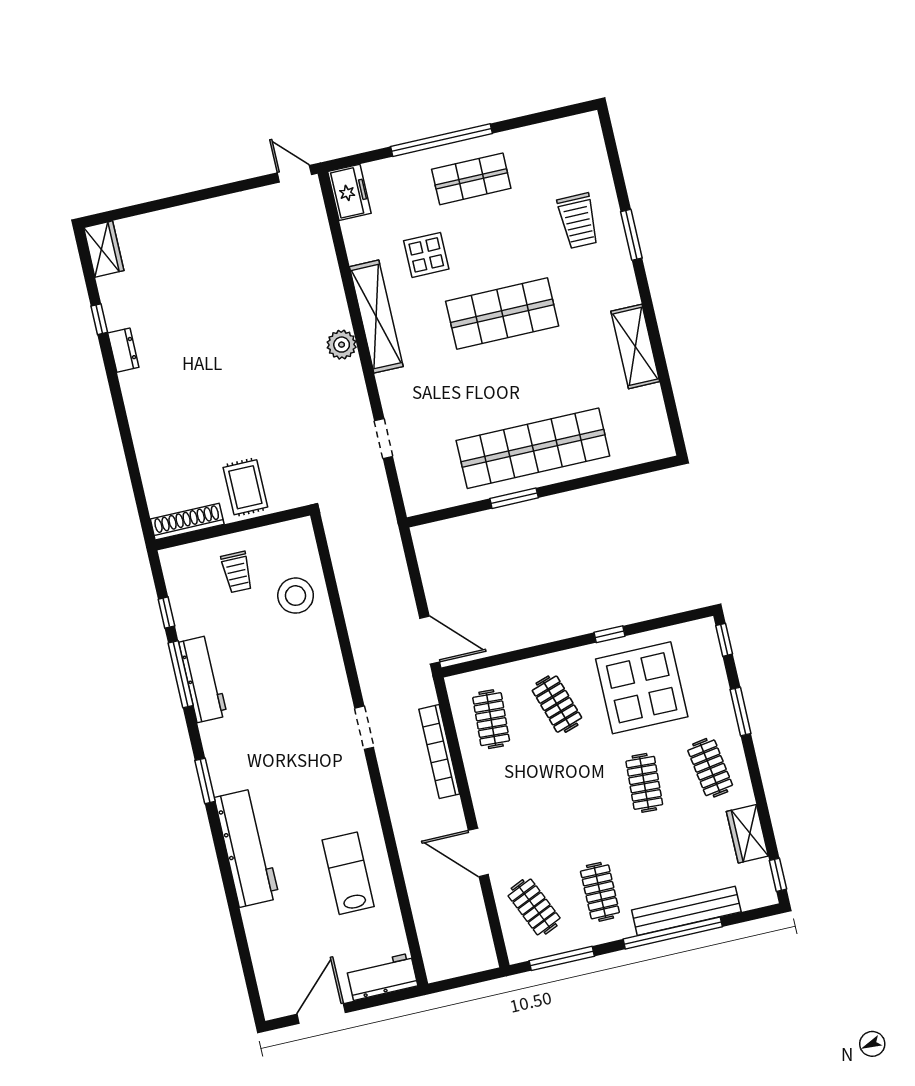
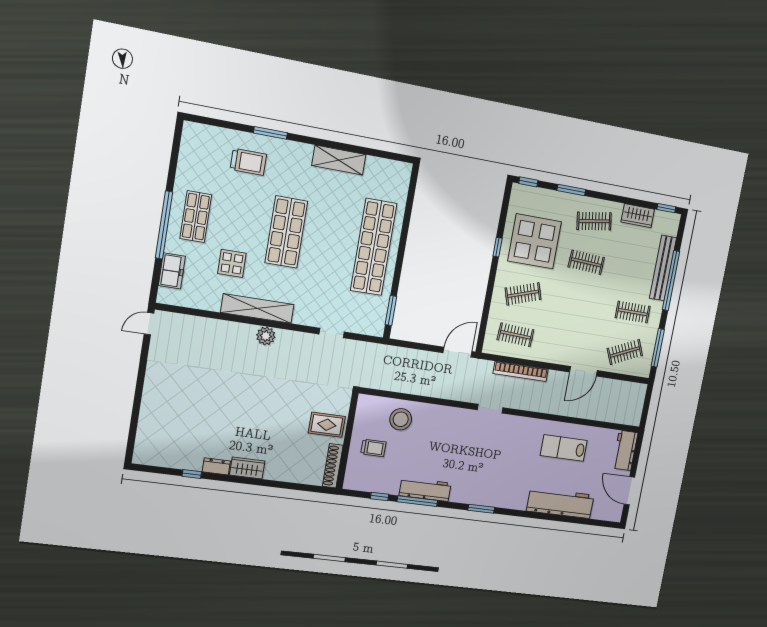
freezer: (349, 192) -> (172, 271), moved, turned 90
wardrobe: (104, 249) -> (247, 468), moved
window: (514, 498) -> (391, 310), moved
workbench: (247, 848) -> (560, 503), moved

